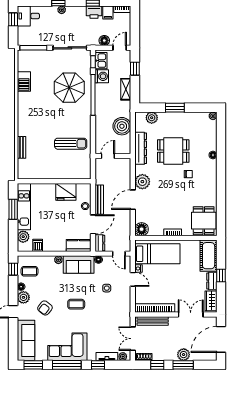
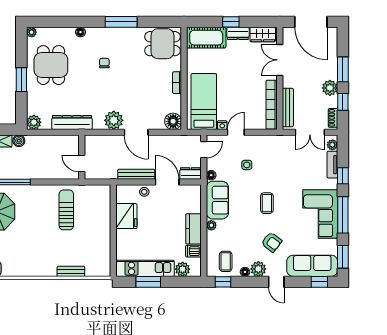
plant: (152, 118) -> (34, 122), moved
boiler: (122, 126) -> (19, 141), moved, width x0.54, depth x0.54
dining table: (173, 151) -> (51, 65), moved
window: (221, 188) -> (121, 22), added
kitchen counter: (79, 245) -> (193, 229), moved
window: (13, 346) -> (319, 282), added
plant: (184, 355) -> (330, 88), moved

